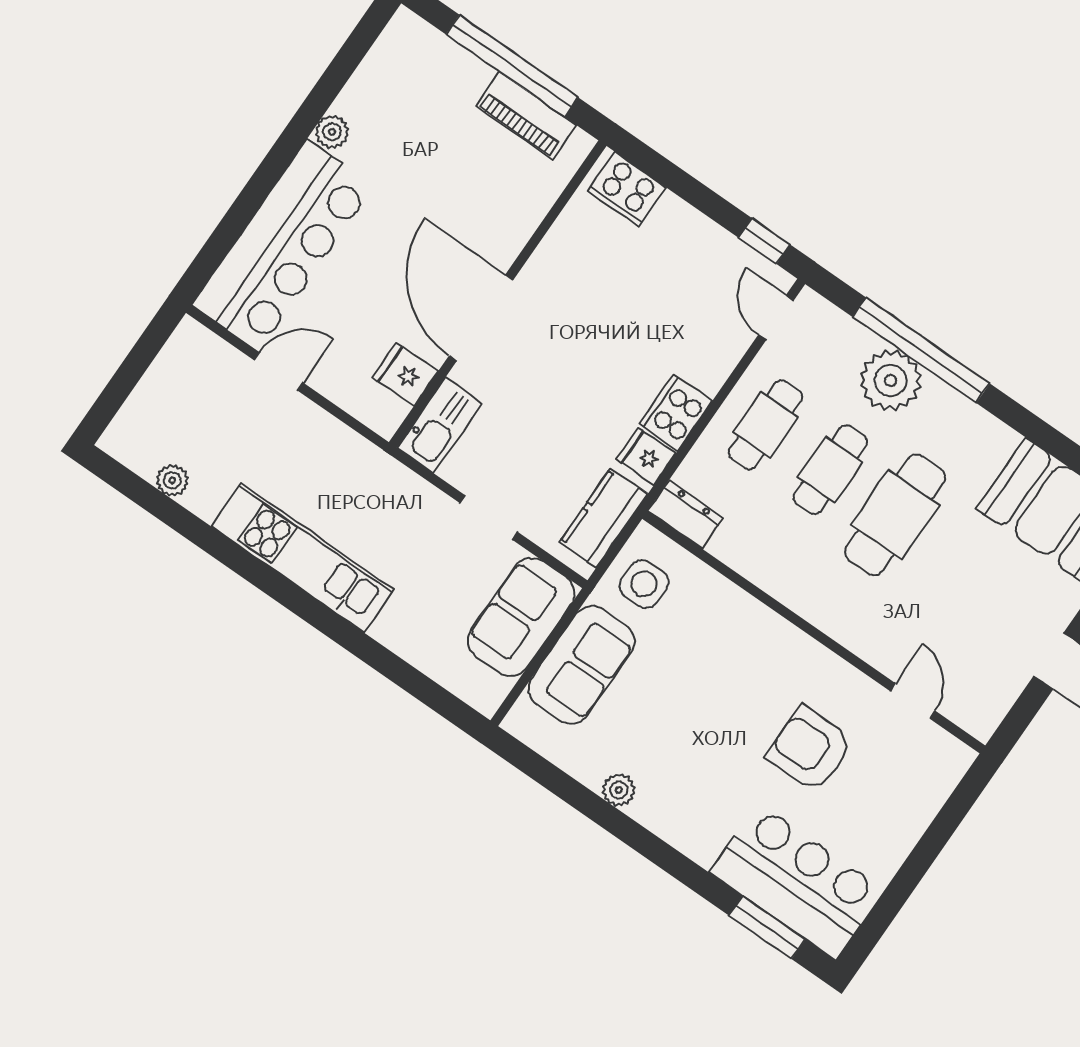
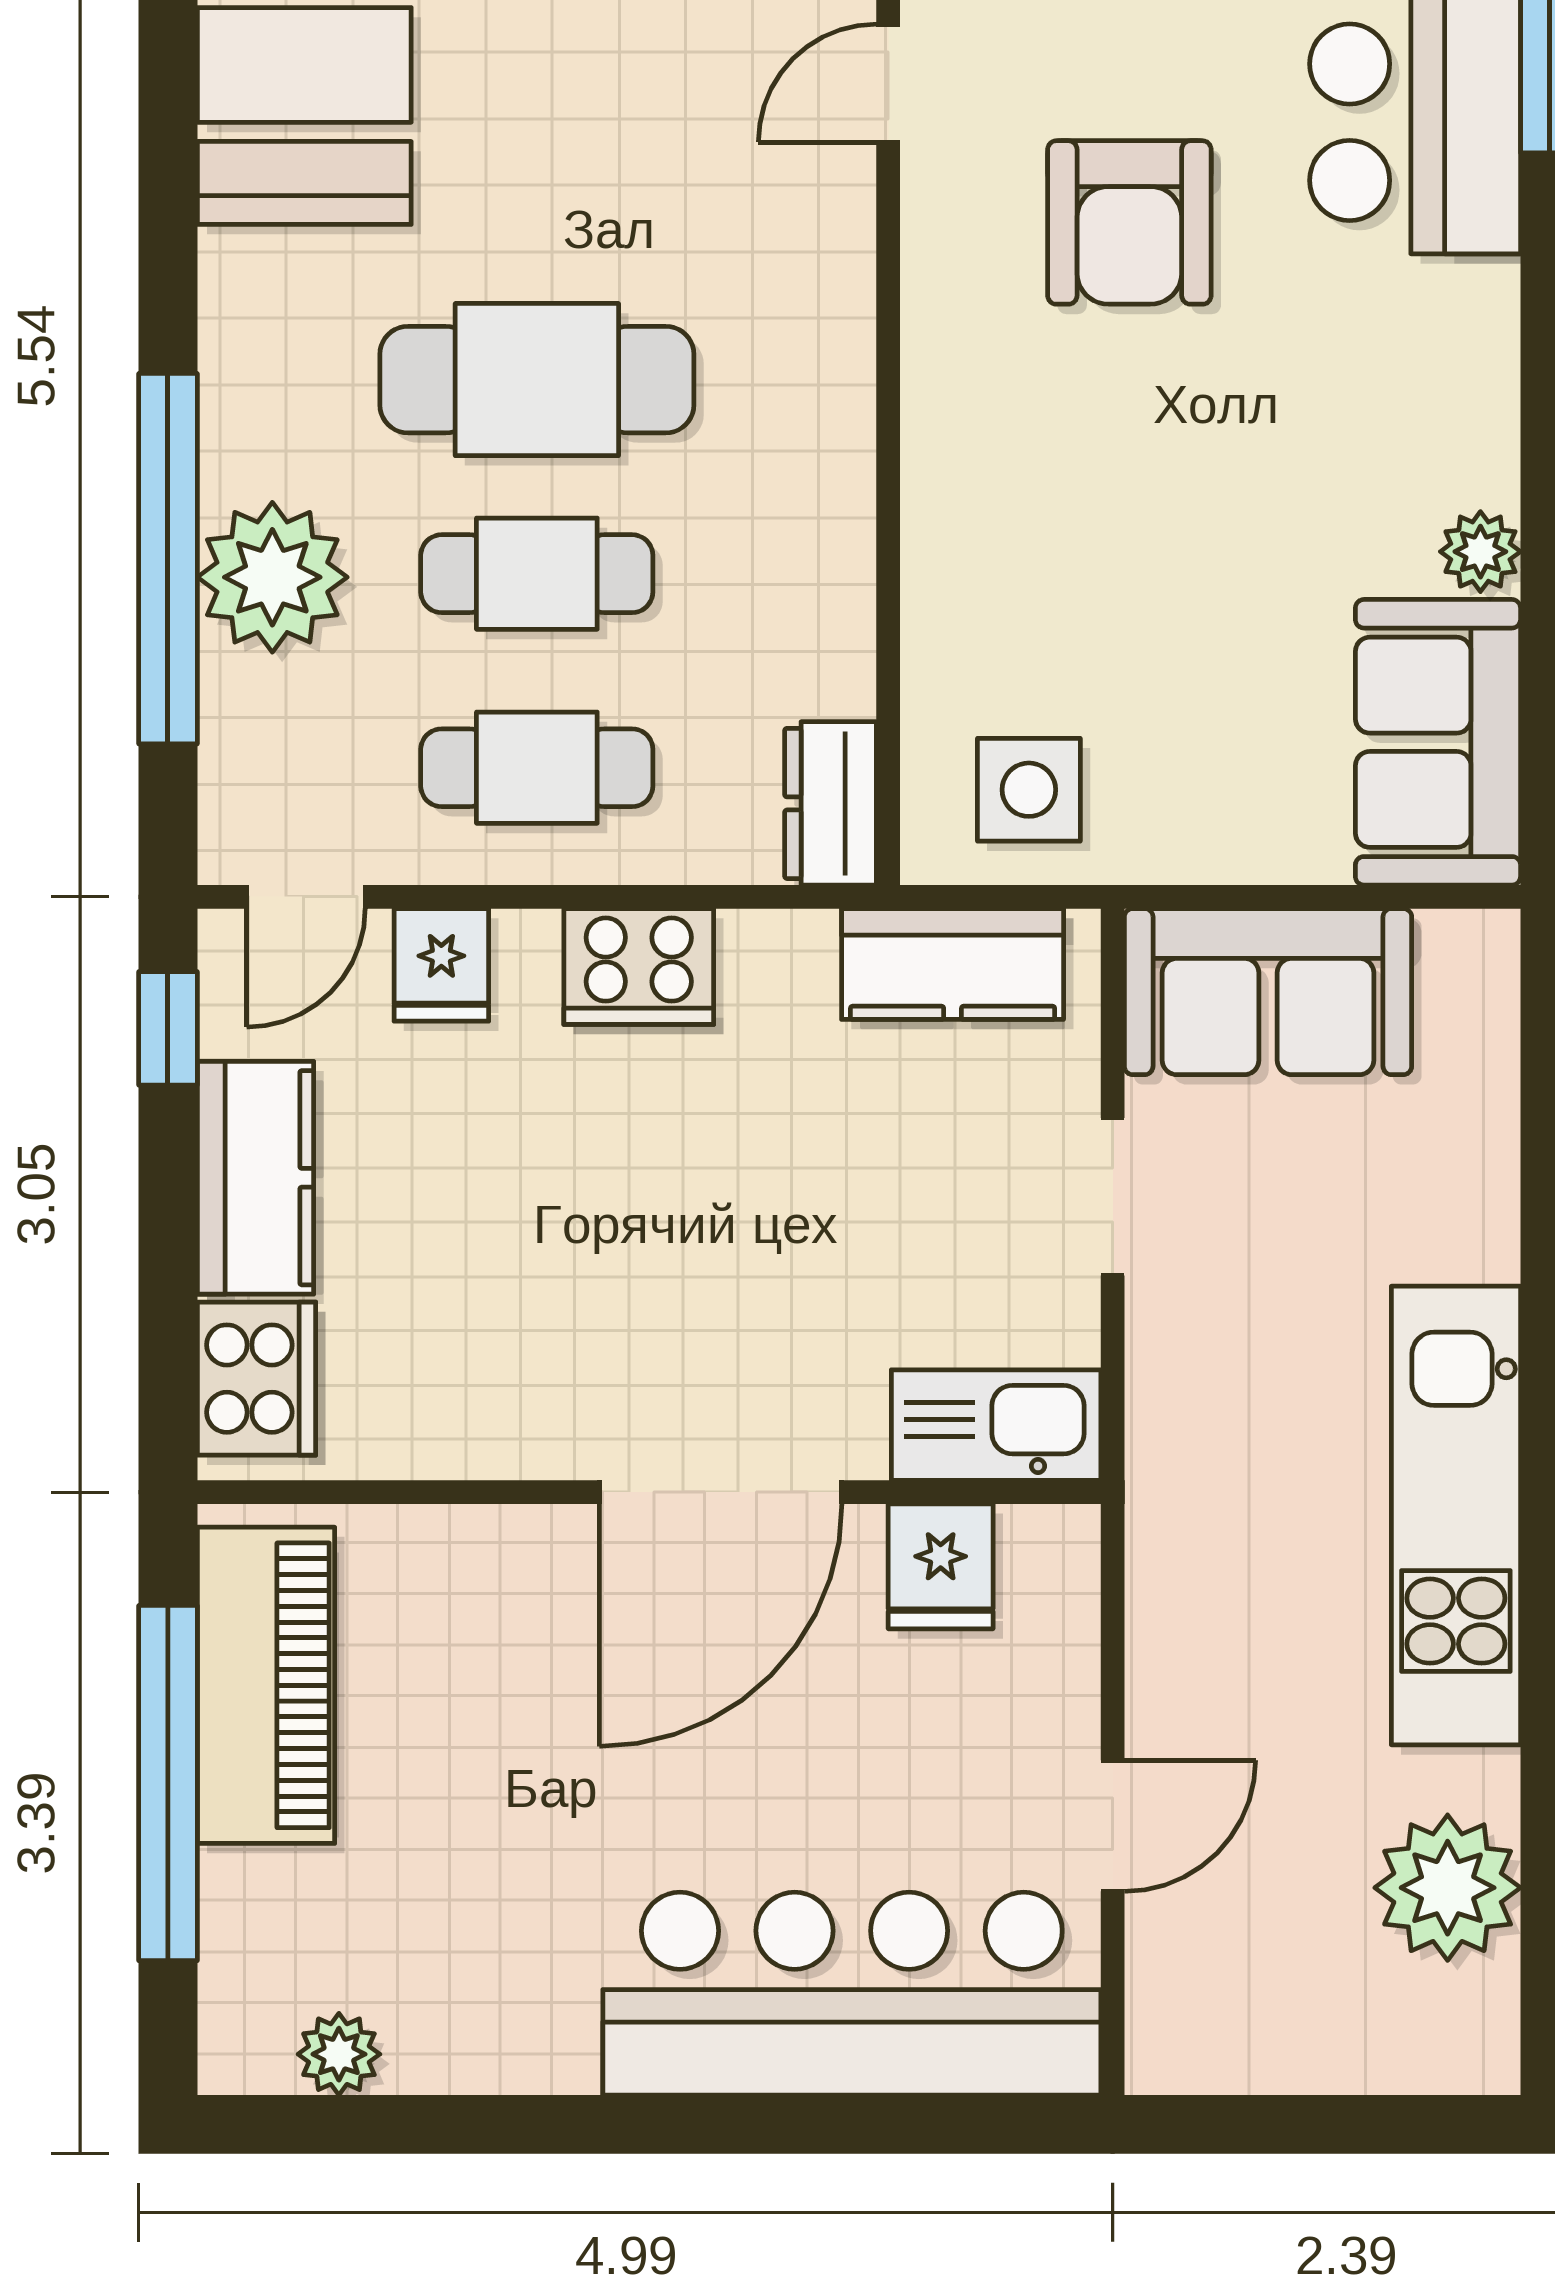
piano: (526, 116) -> (266, 1685), width x1.37, depth x1.33
plant: (332, 132) -> (339, 2054), moved
kitchen counter: (694, 236) -> (256, 1178), added
door: (279, 371) -> (1113, 1826), swing flipped
fridge: (646, 456) -> (441, 965), moved
plant: (172, 480) -> (1448, 1888), width x1.87, depth x1.87
sofa: (581, 665) -> (1438, 742), moved, turned -90

